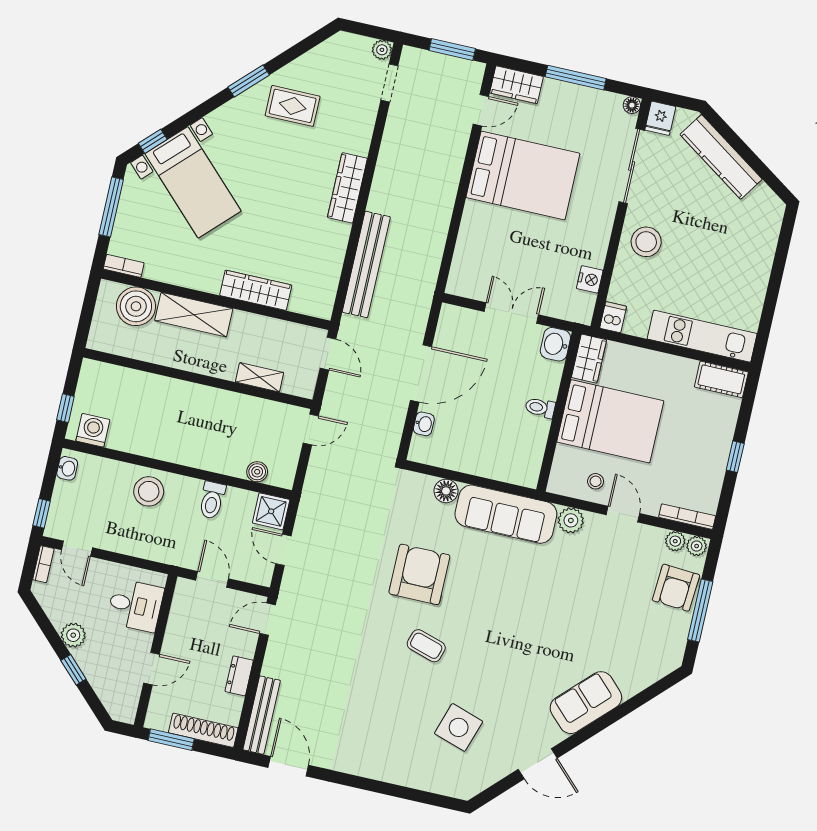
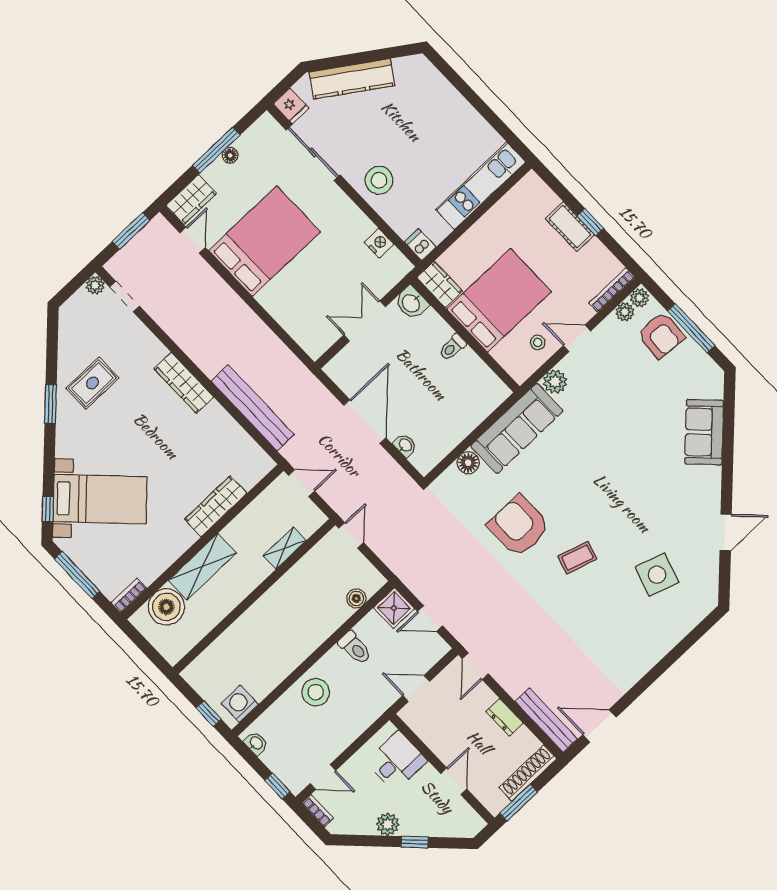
floor lamp: (632, 105) -> (230, 155), moved
cot: (721, 379) -> (570, 227), moved, turned 90
sofa: (586, 703) -> (704, 432), moved

